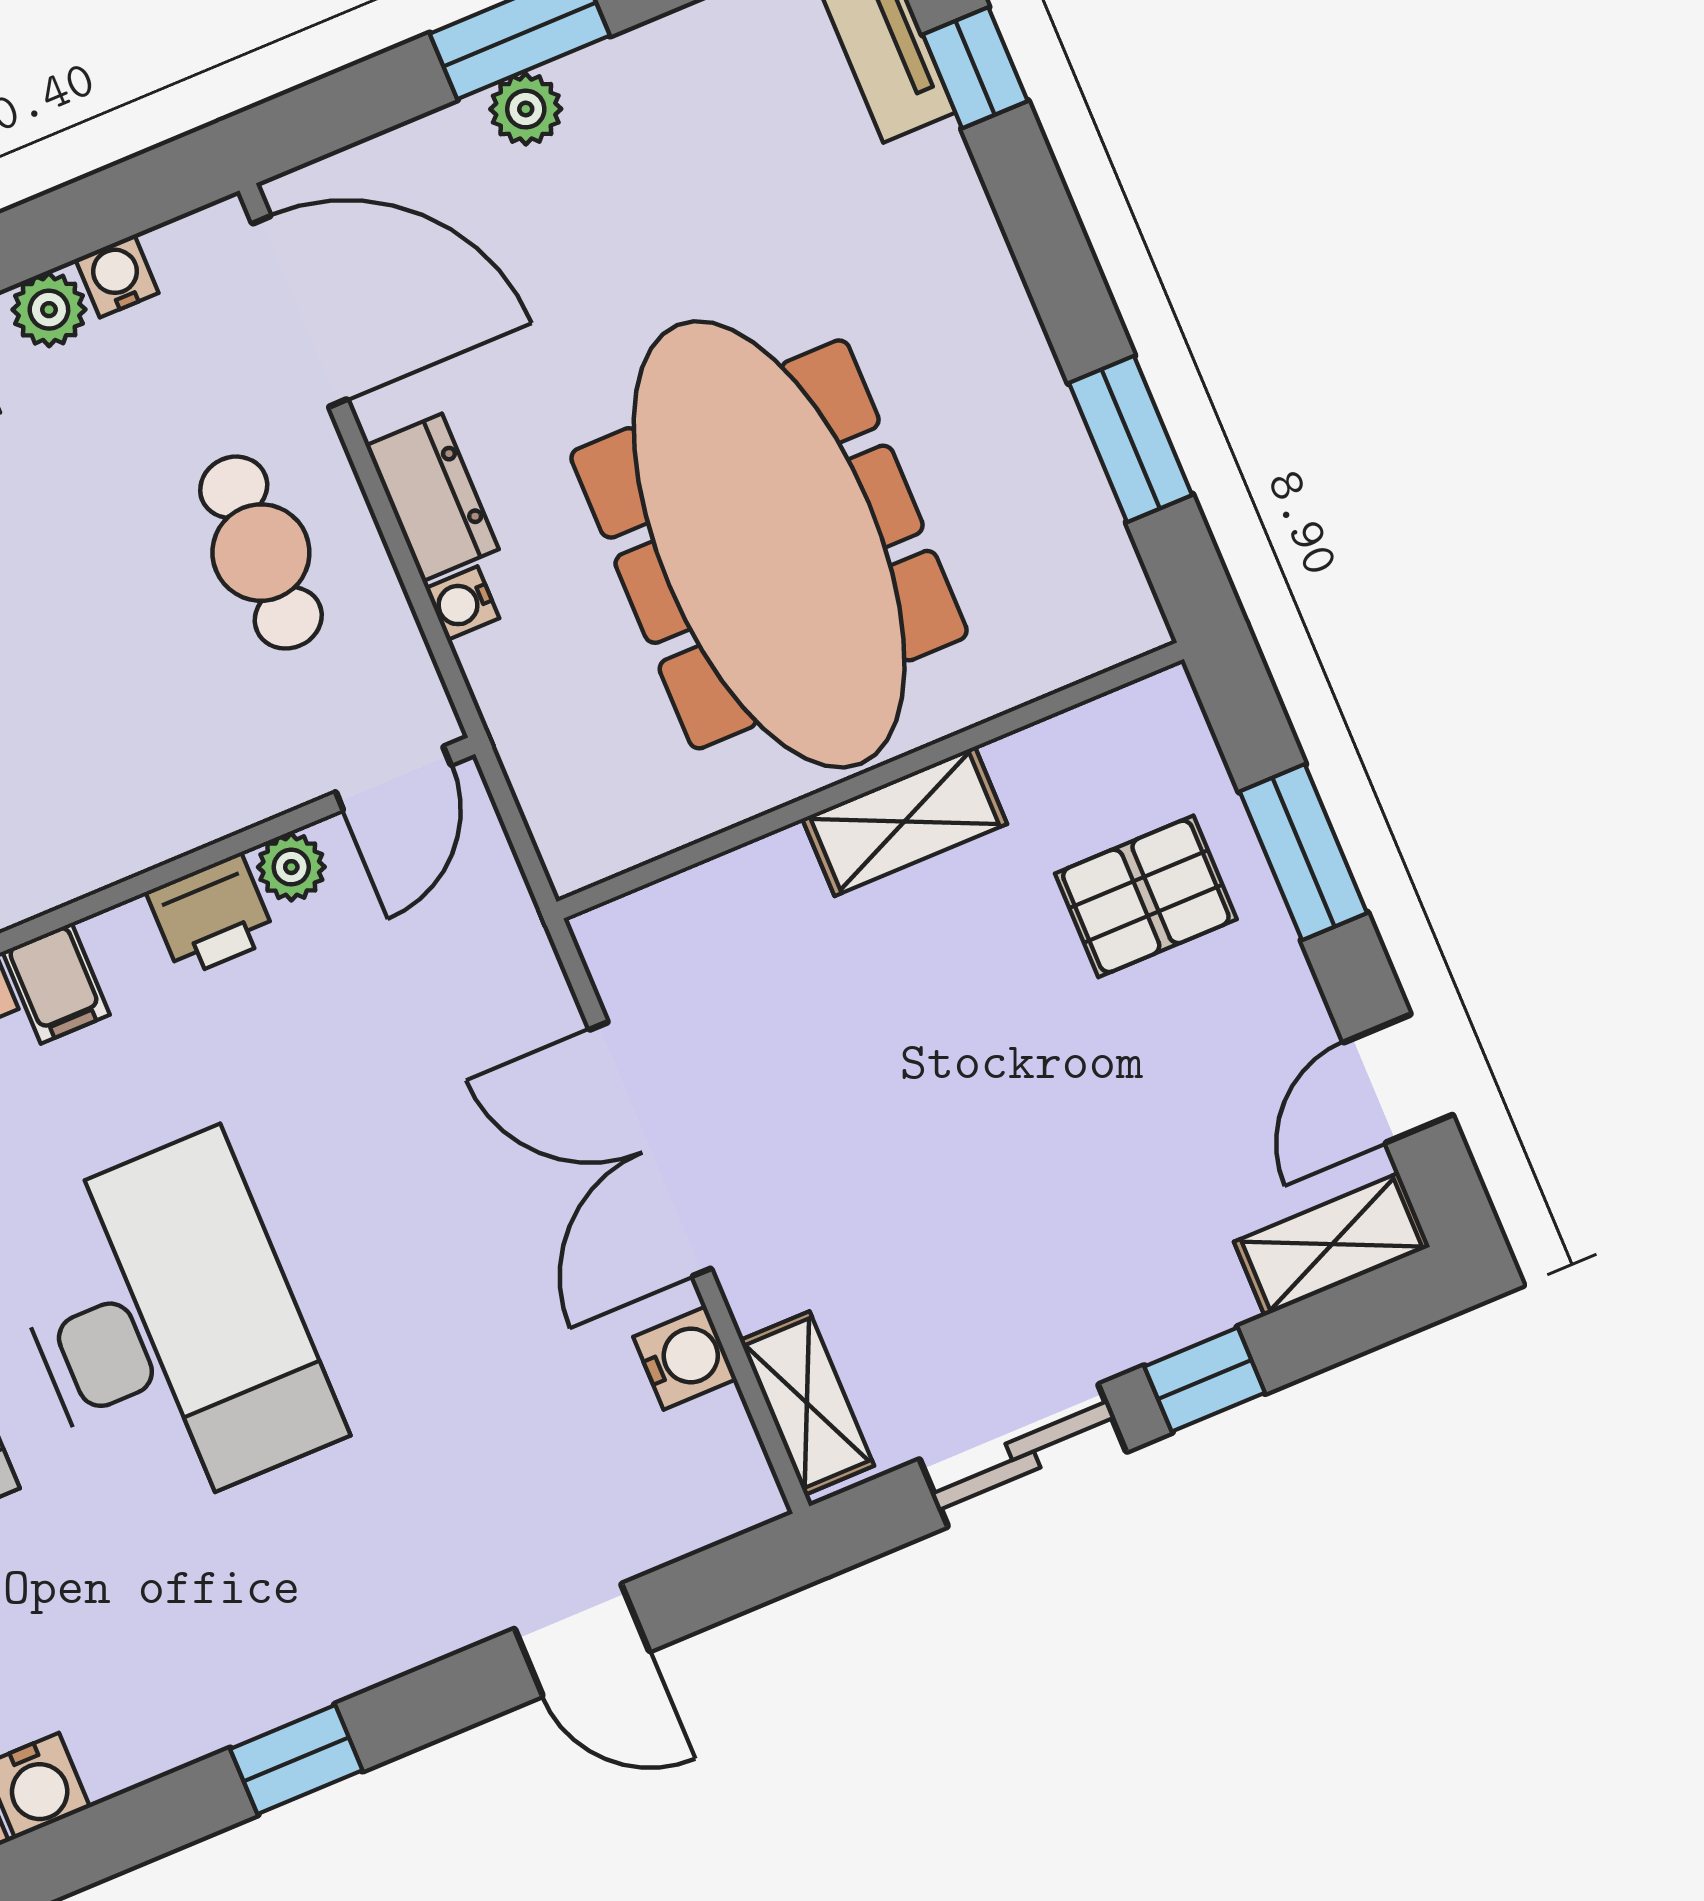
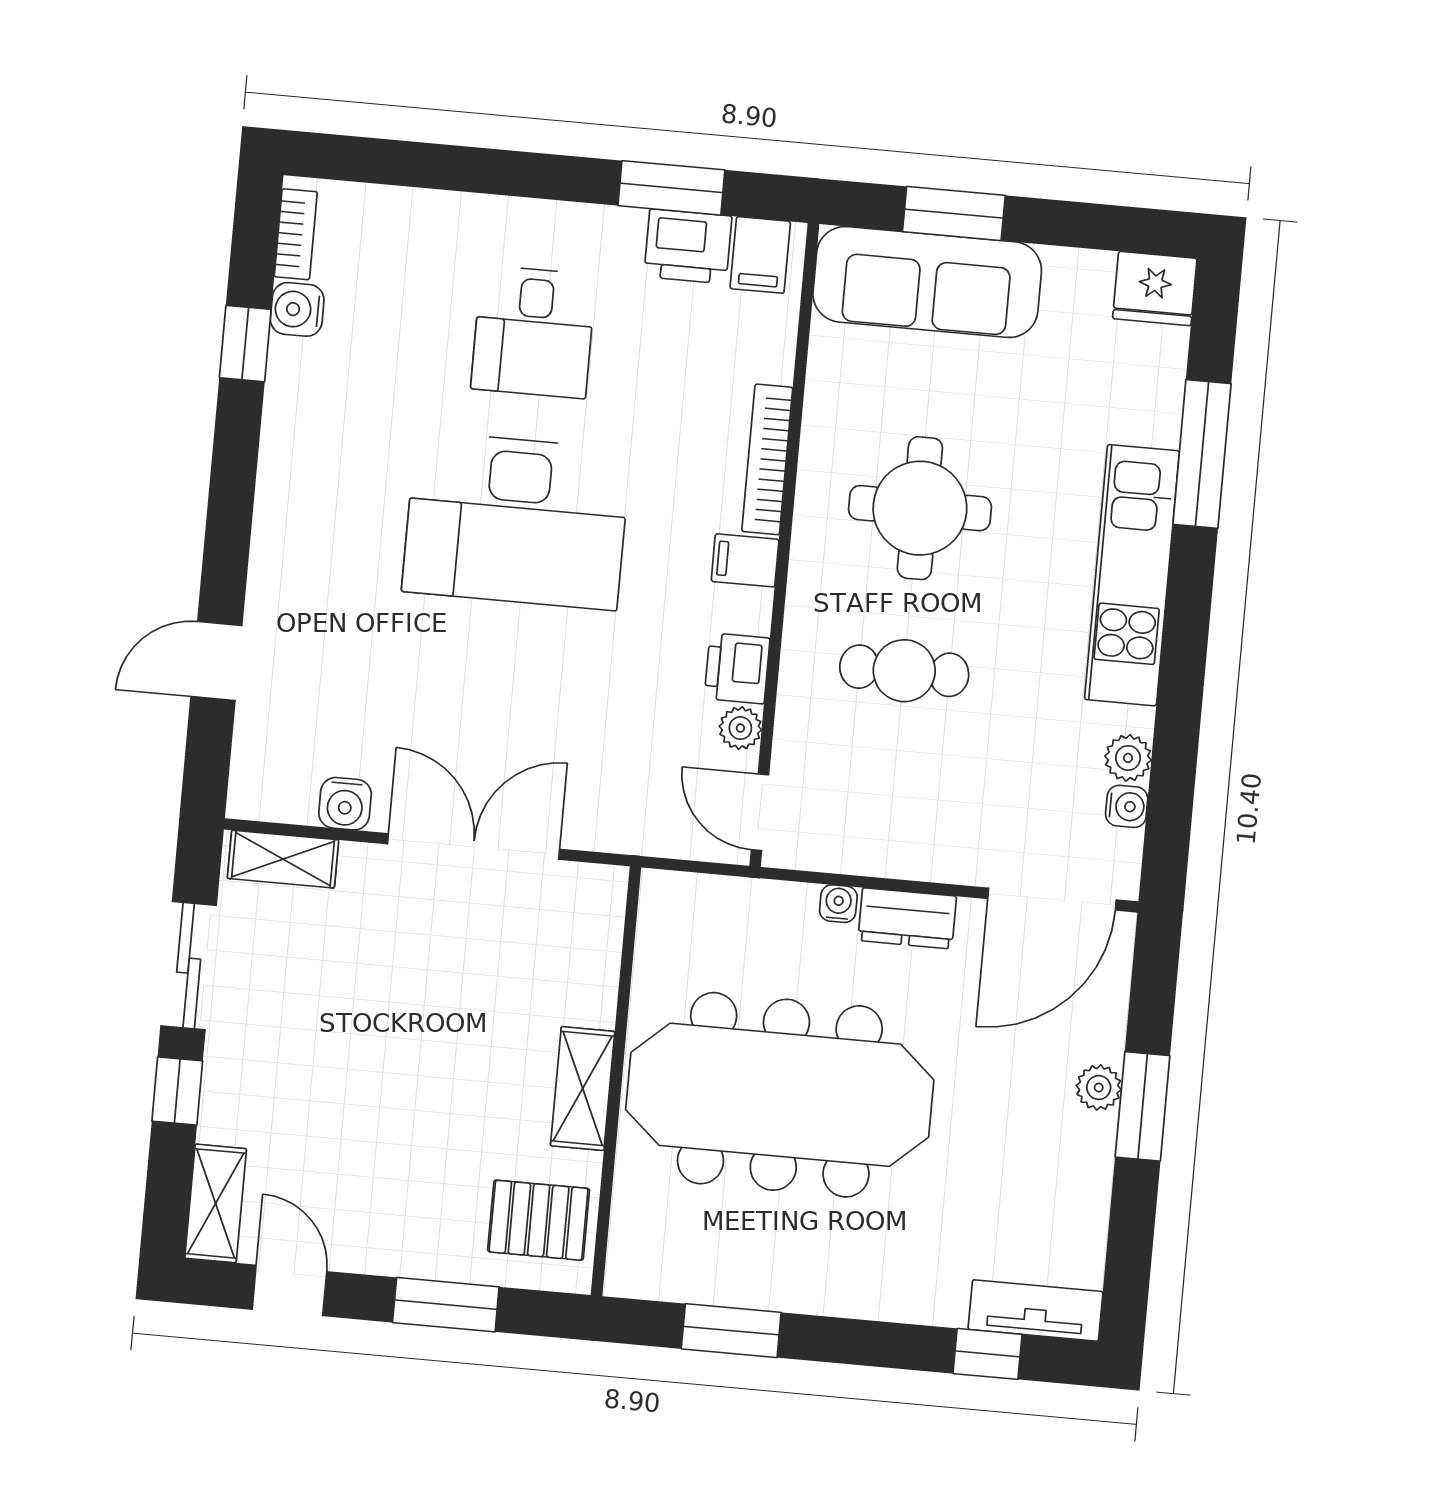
cafe table: (261, 553) -> (904, 671), moved
pallet: (1146, 896) -> (539, 1220), moved, turned 90
window: (296, 1760) -> (245, 344), moved

